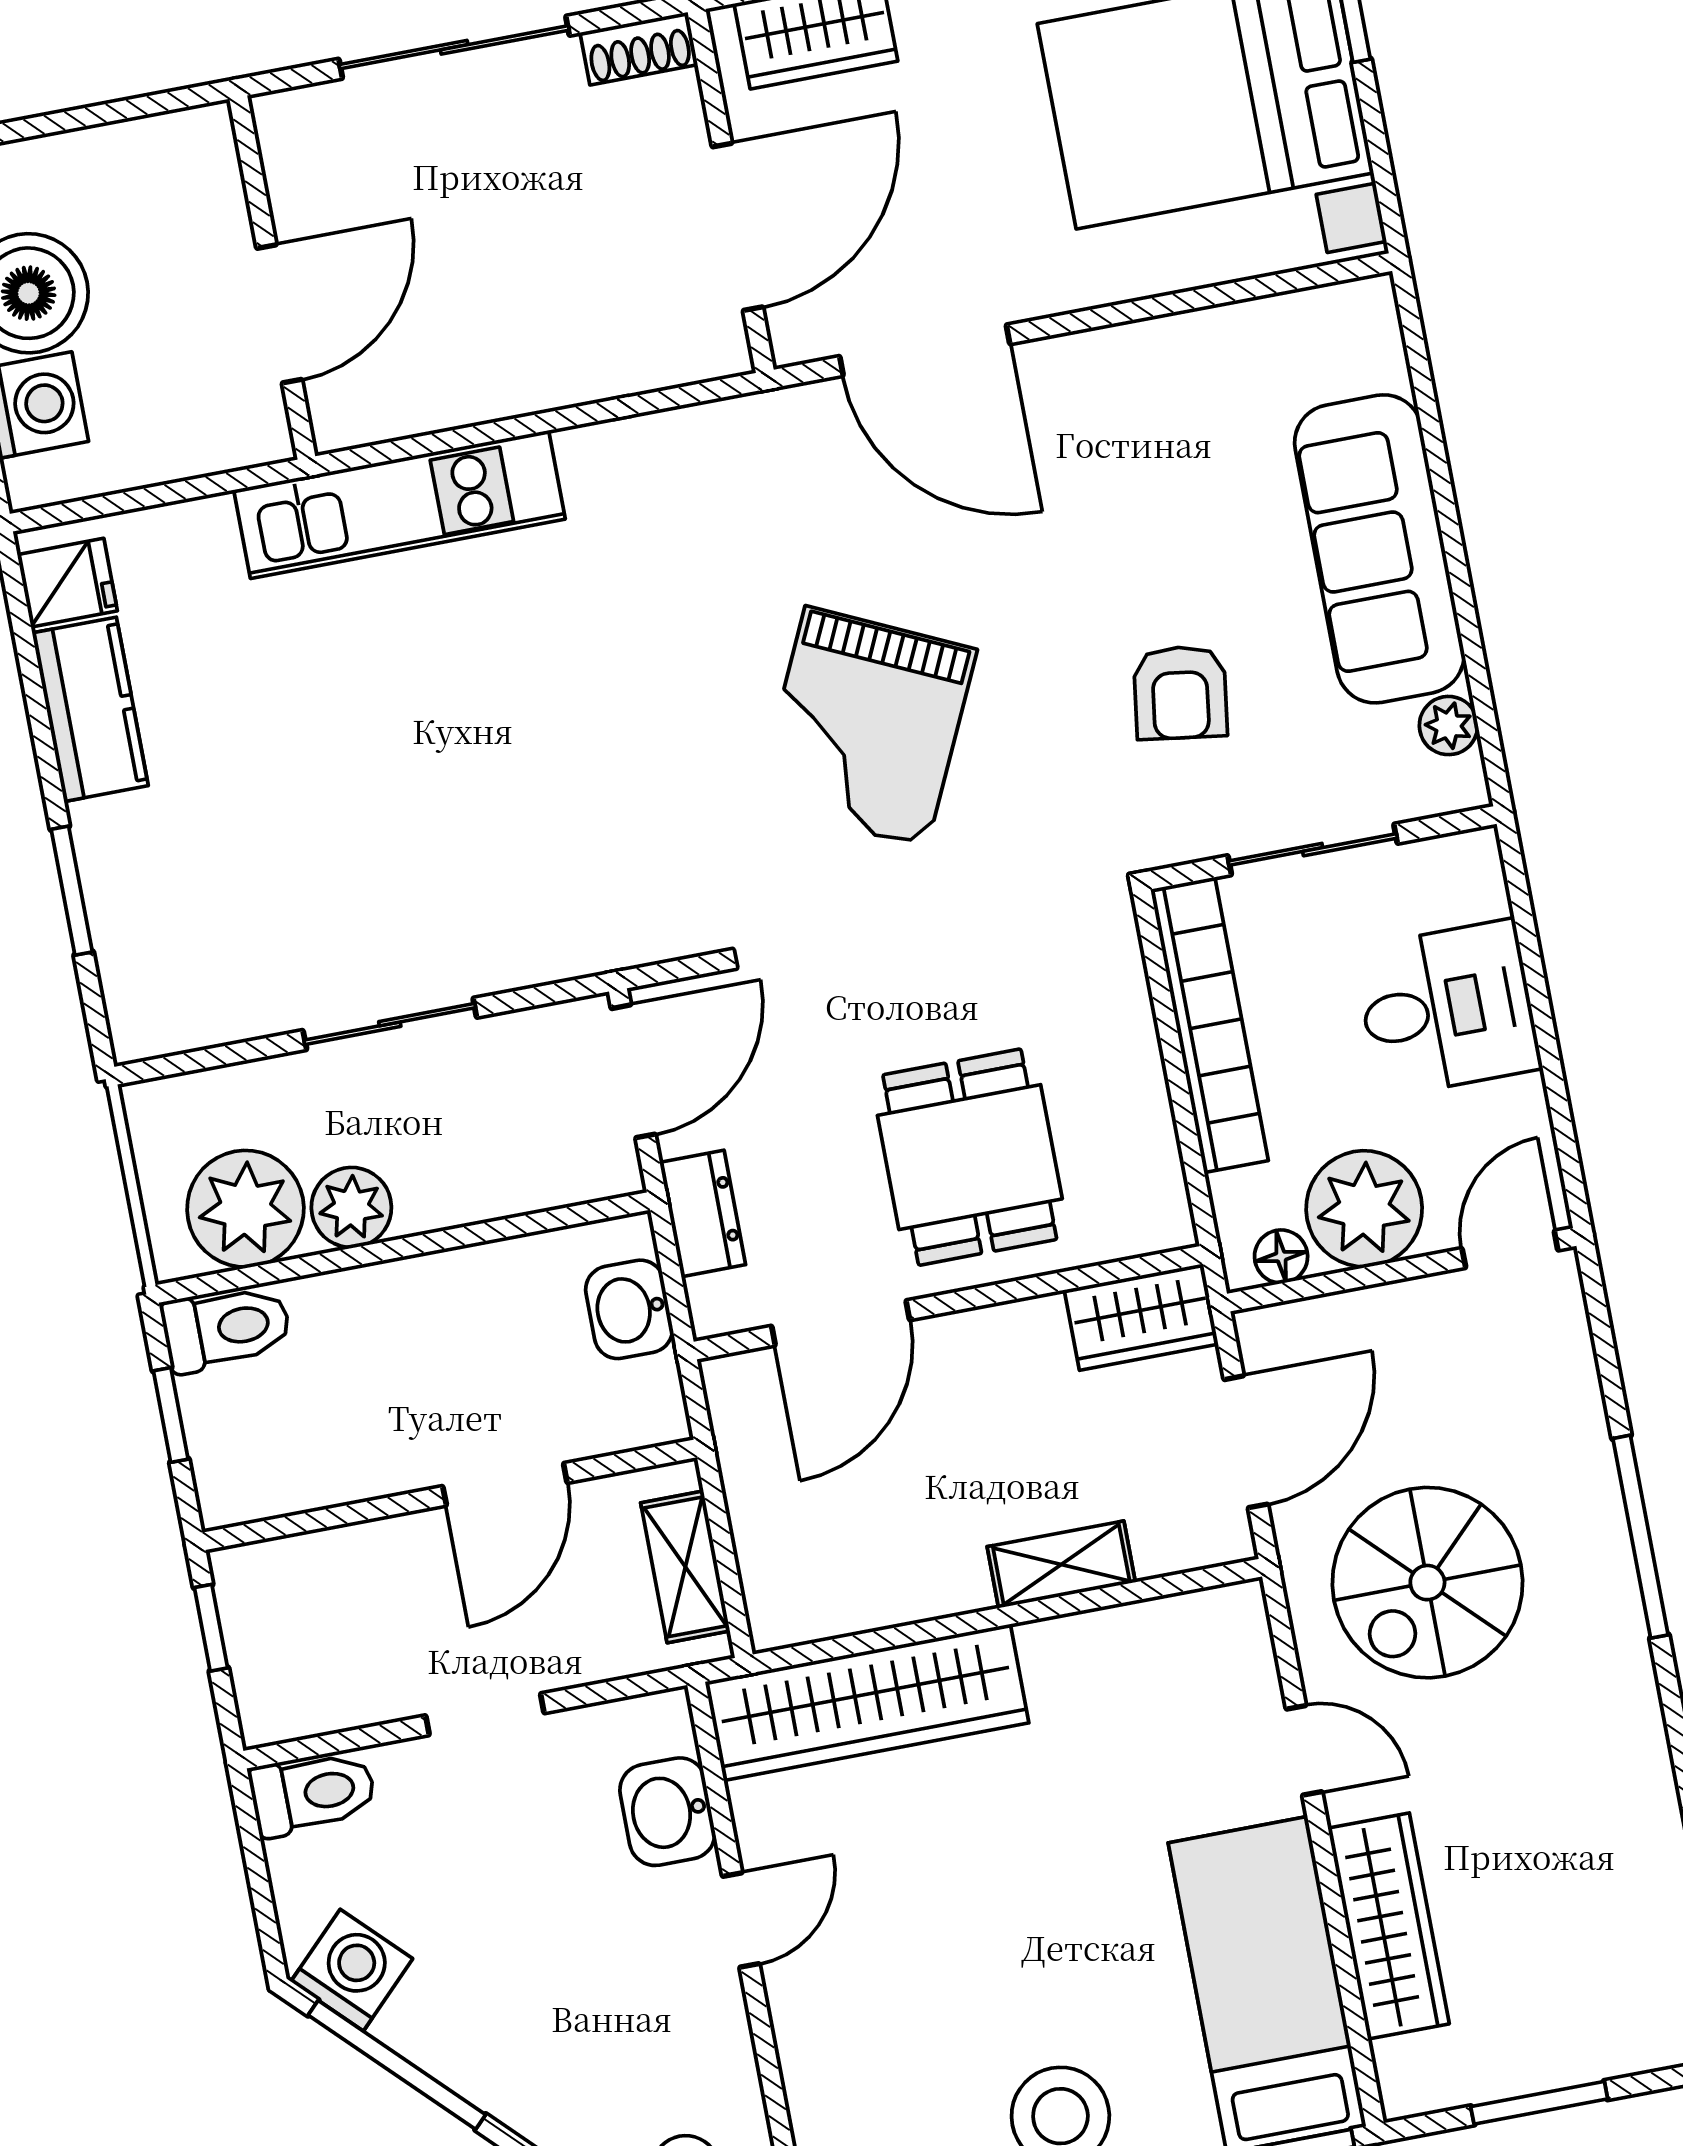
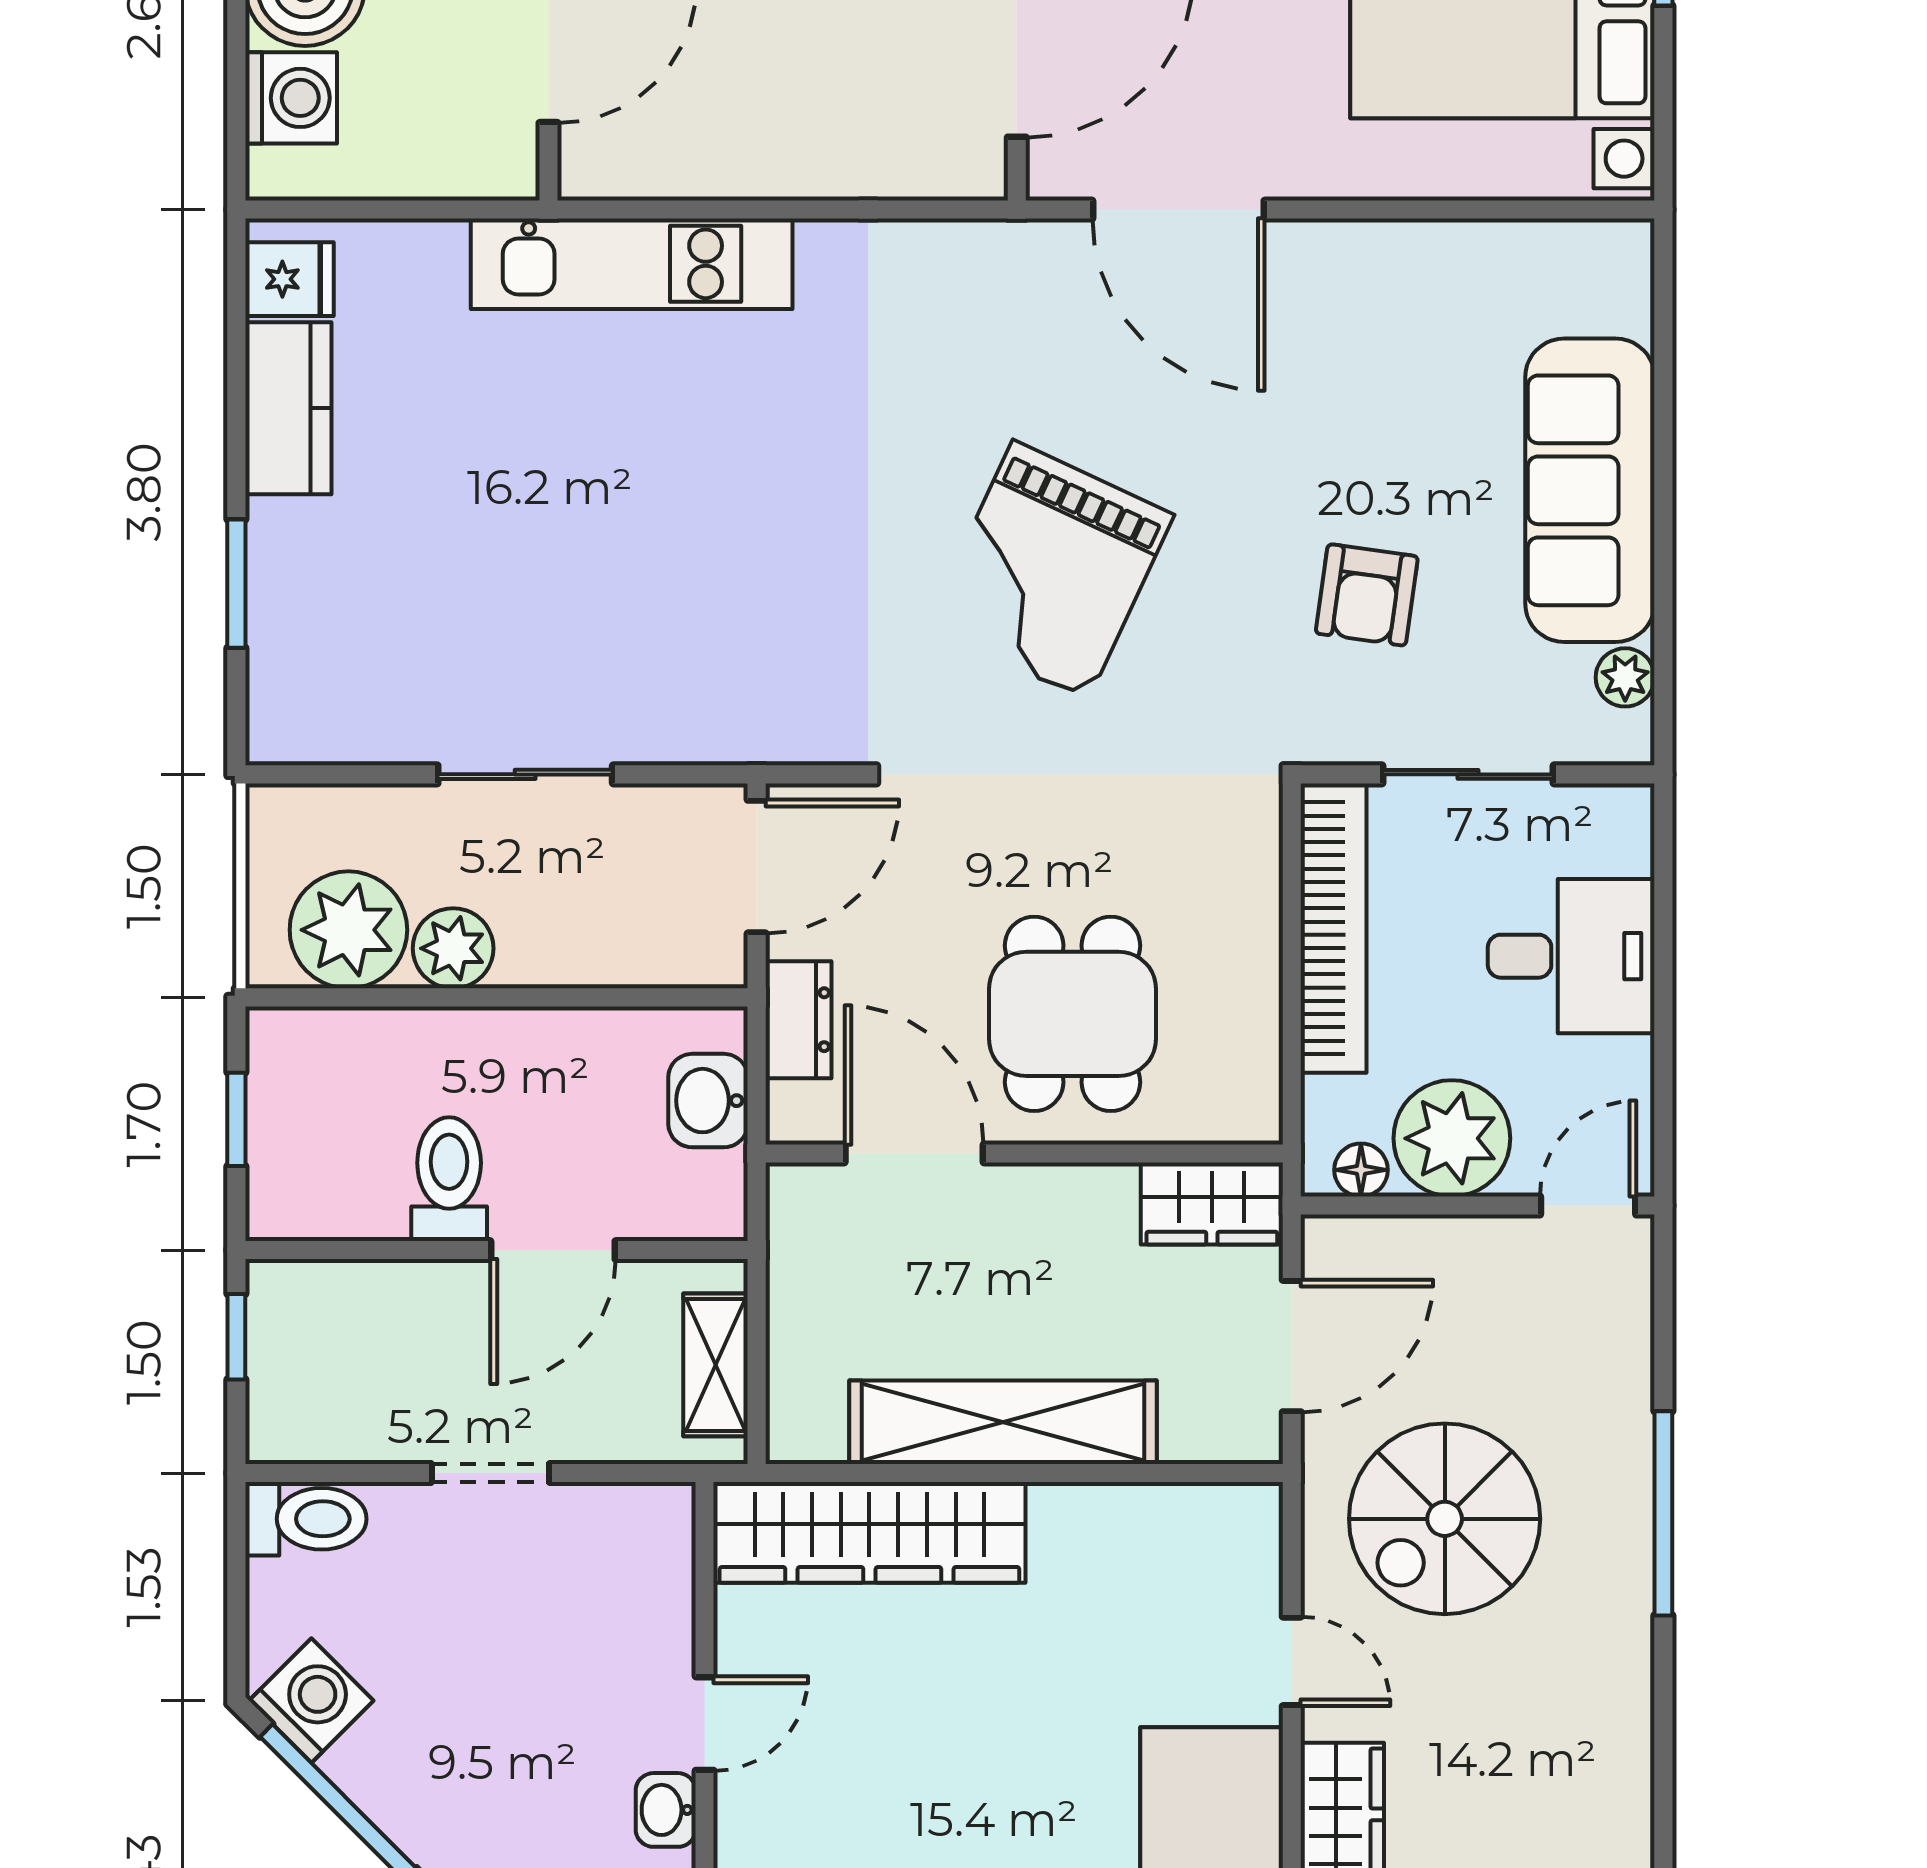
door: (841, 1323) -> (914, 1153), swing flipped
toilet: (226, 1328) -> (449, 1179), moved, turned -90
shelving: (1061, 1564) -> (1003, 1422), width x2.20, depth x1.33
washbasin: (667, 1812) -> (666, 1810), moved, width x0.72, depth x0.69

